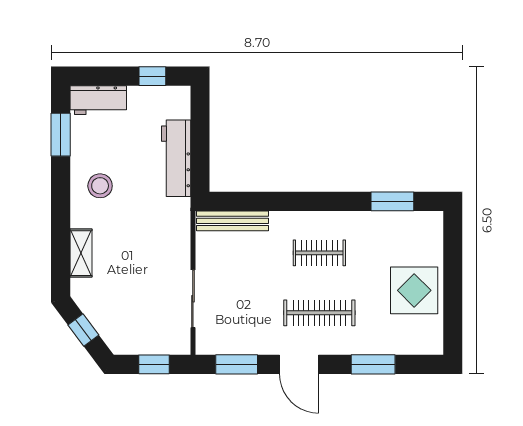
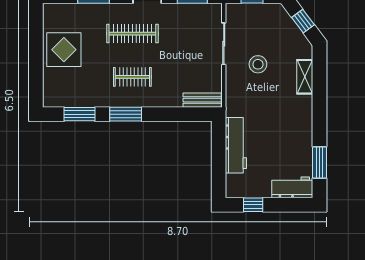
stool: (100, 186) -> (258, 64), moved
window: (329, 201) -> (126, 114), added
bench: (233, 221) -> (202, 100), width x0.73

